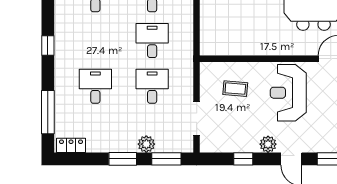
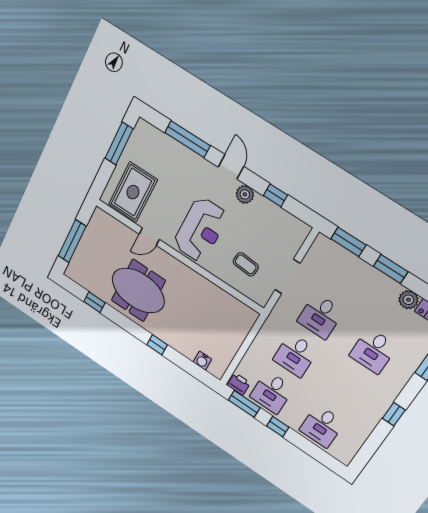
doorway: (197, 119) -> (287, 277), moved
plant: (146, 144) -> (408, 300), moved

